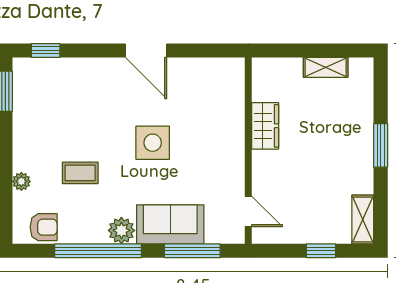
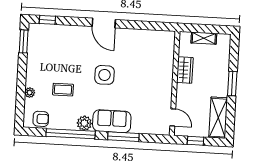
wardrobe: (265, 126) -> (185, 70), moved
wall: (248, 151) -> (175, 83), moved
door: (248, 211) -> (173, 117), moved
shelving: (363, 219) -> (218, 118), width x1.50, depth x1.33

